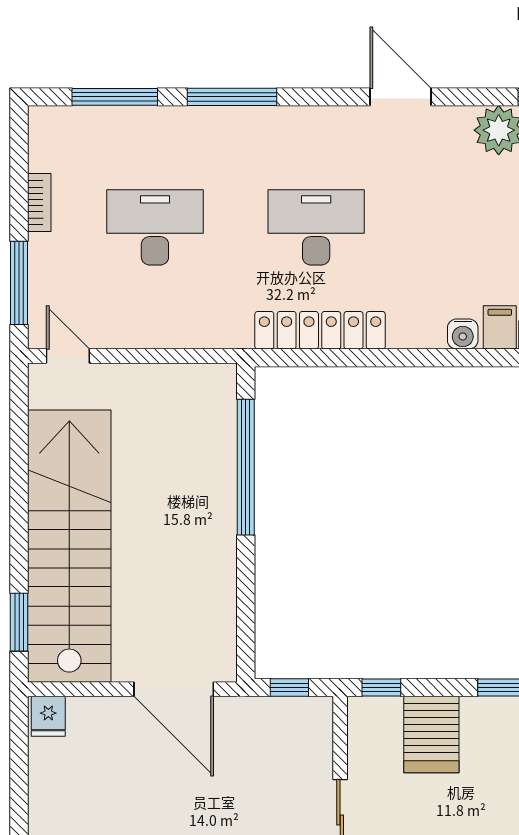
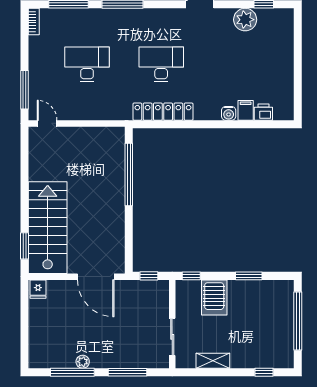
bookcase: (39, 203) -> (34, 22), moved
stairs: (69, 546) -> (48, 228), width x0.73

